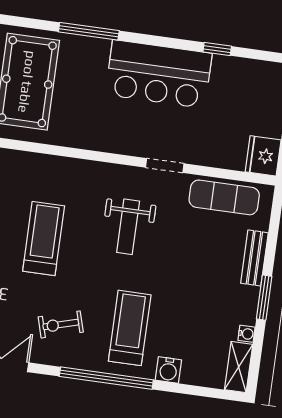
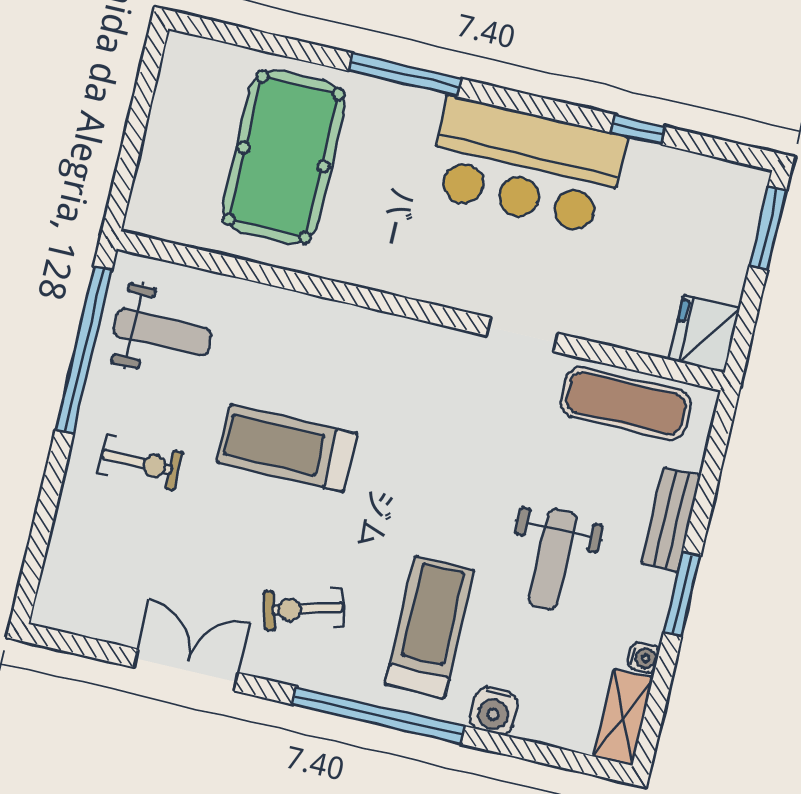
weight bench: (128, 227) -> (552, 559), moved
treadmill: (44, 238) -> (287, 448), turned -90

